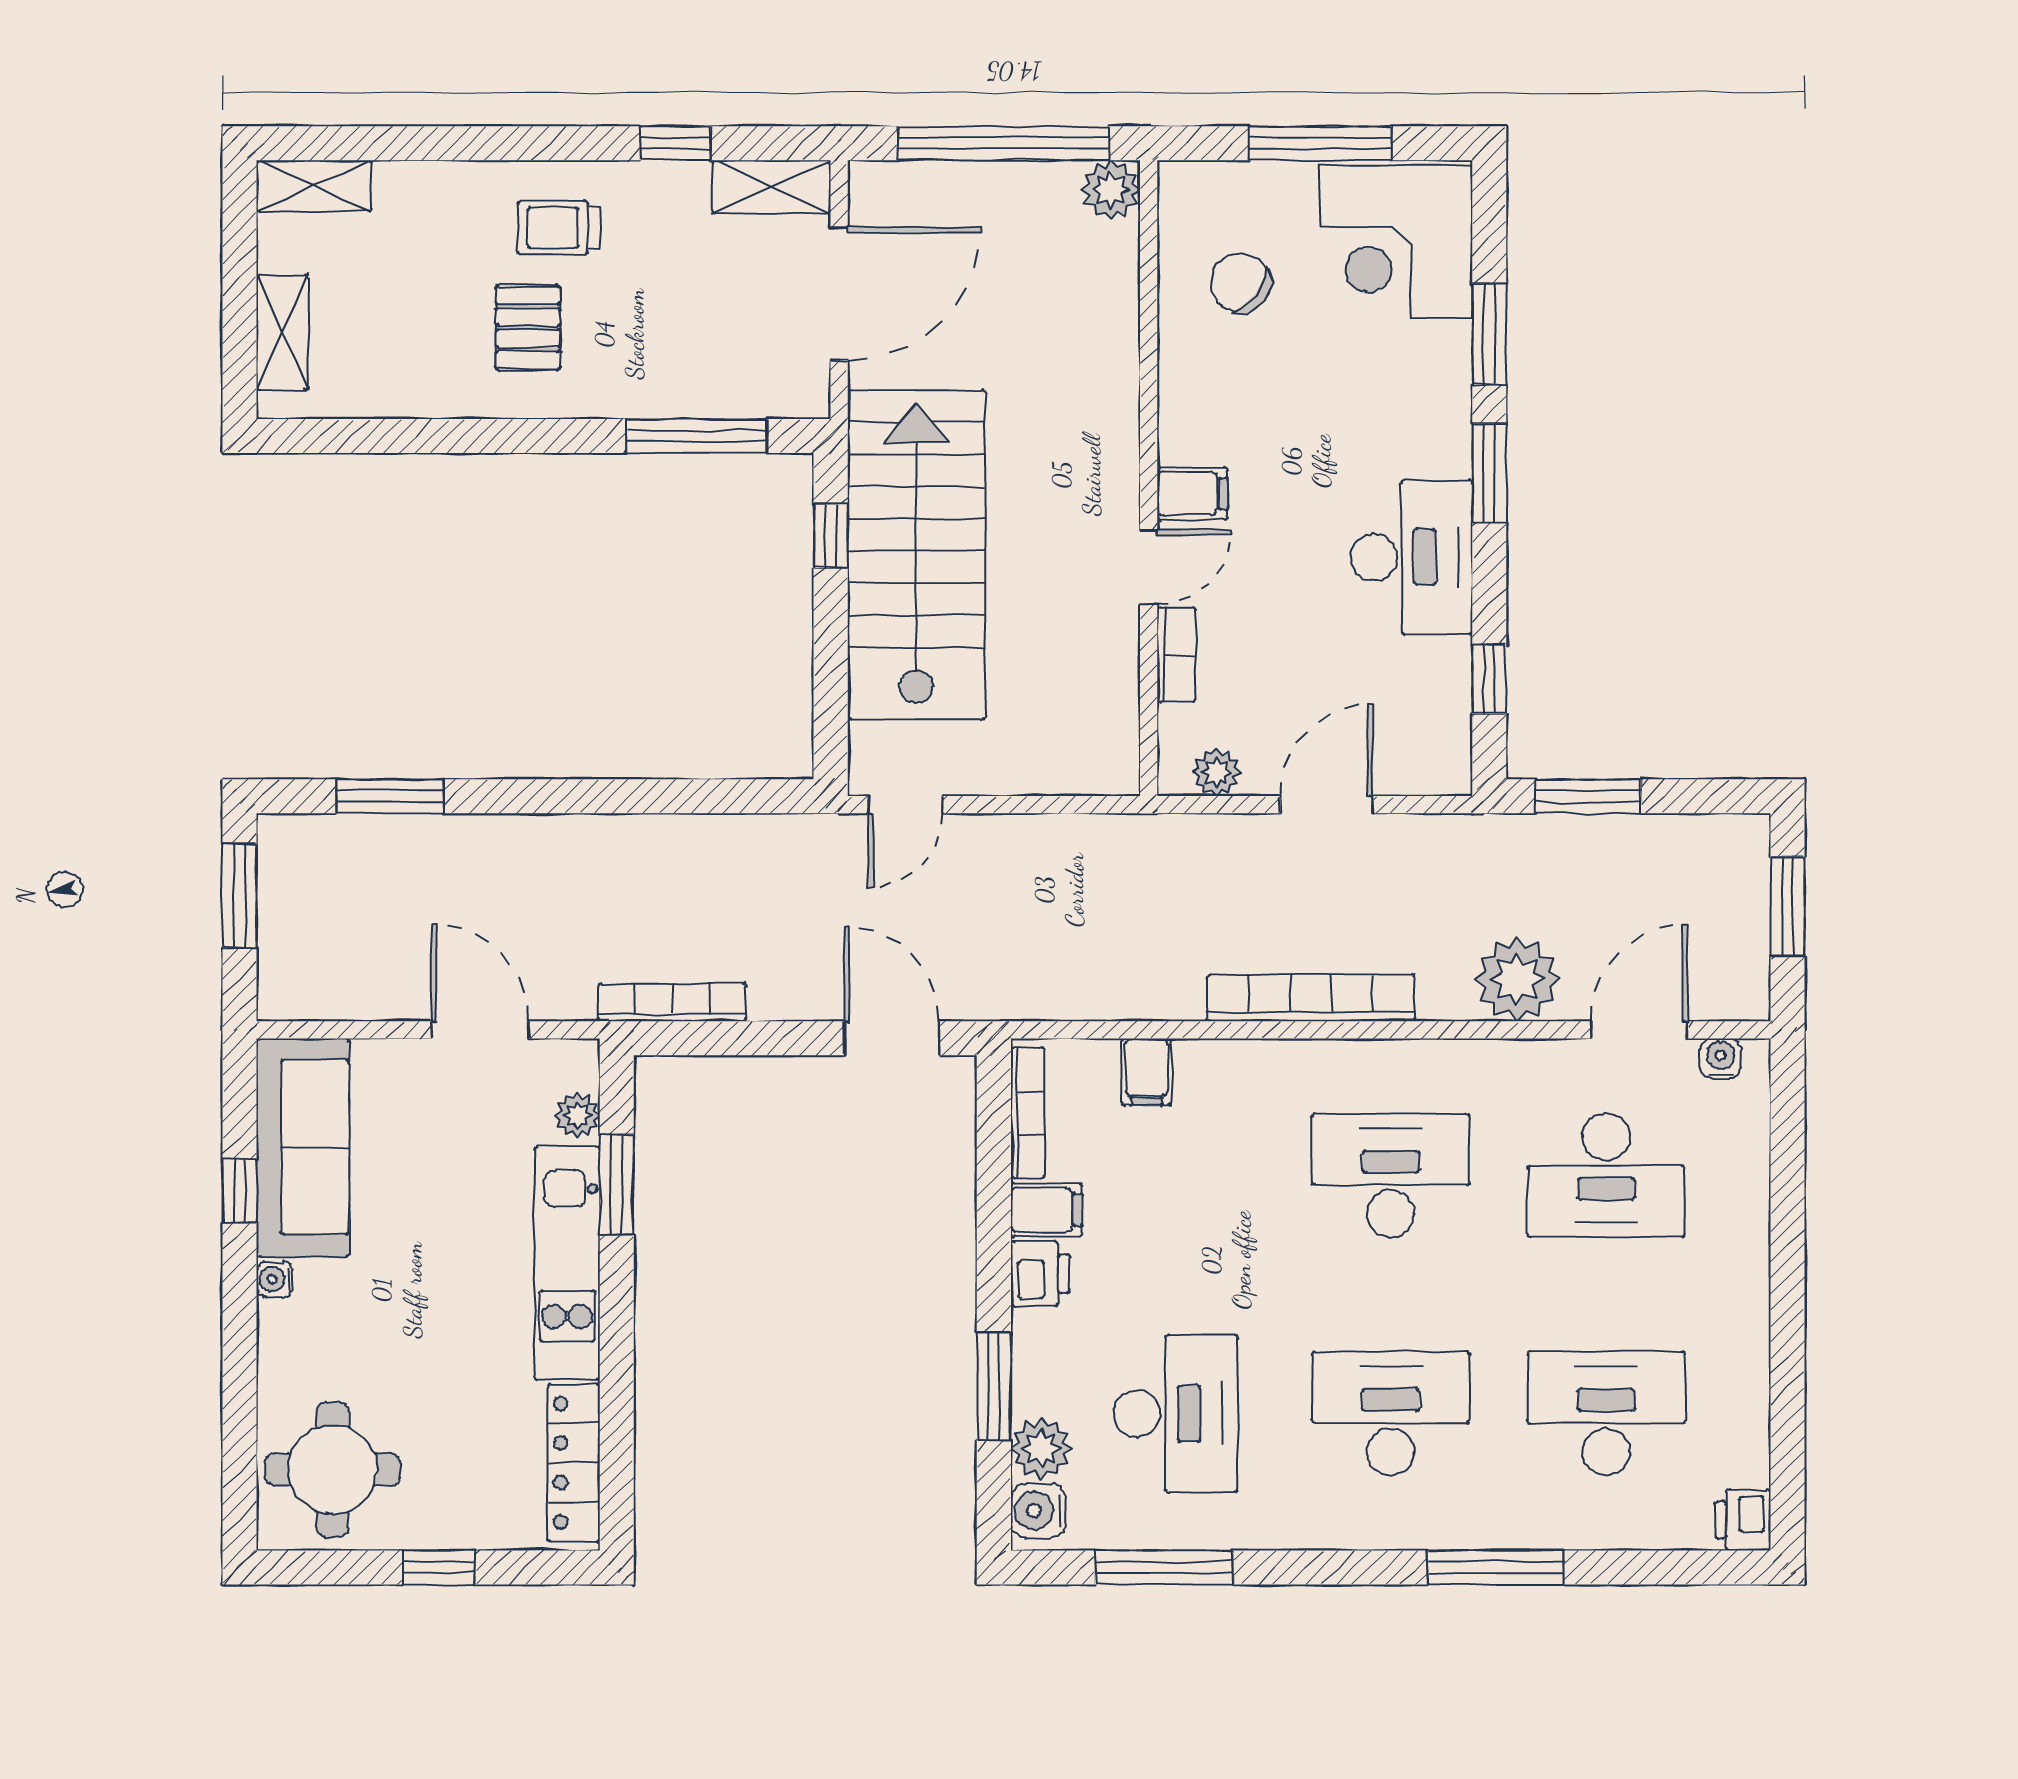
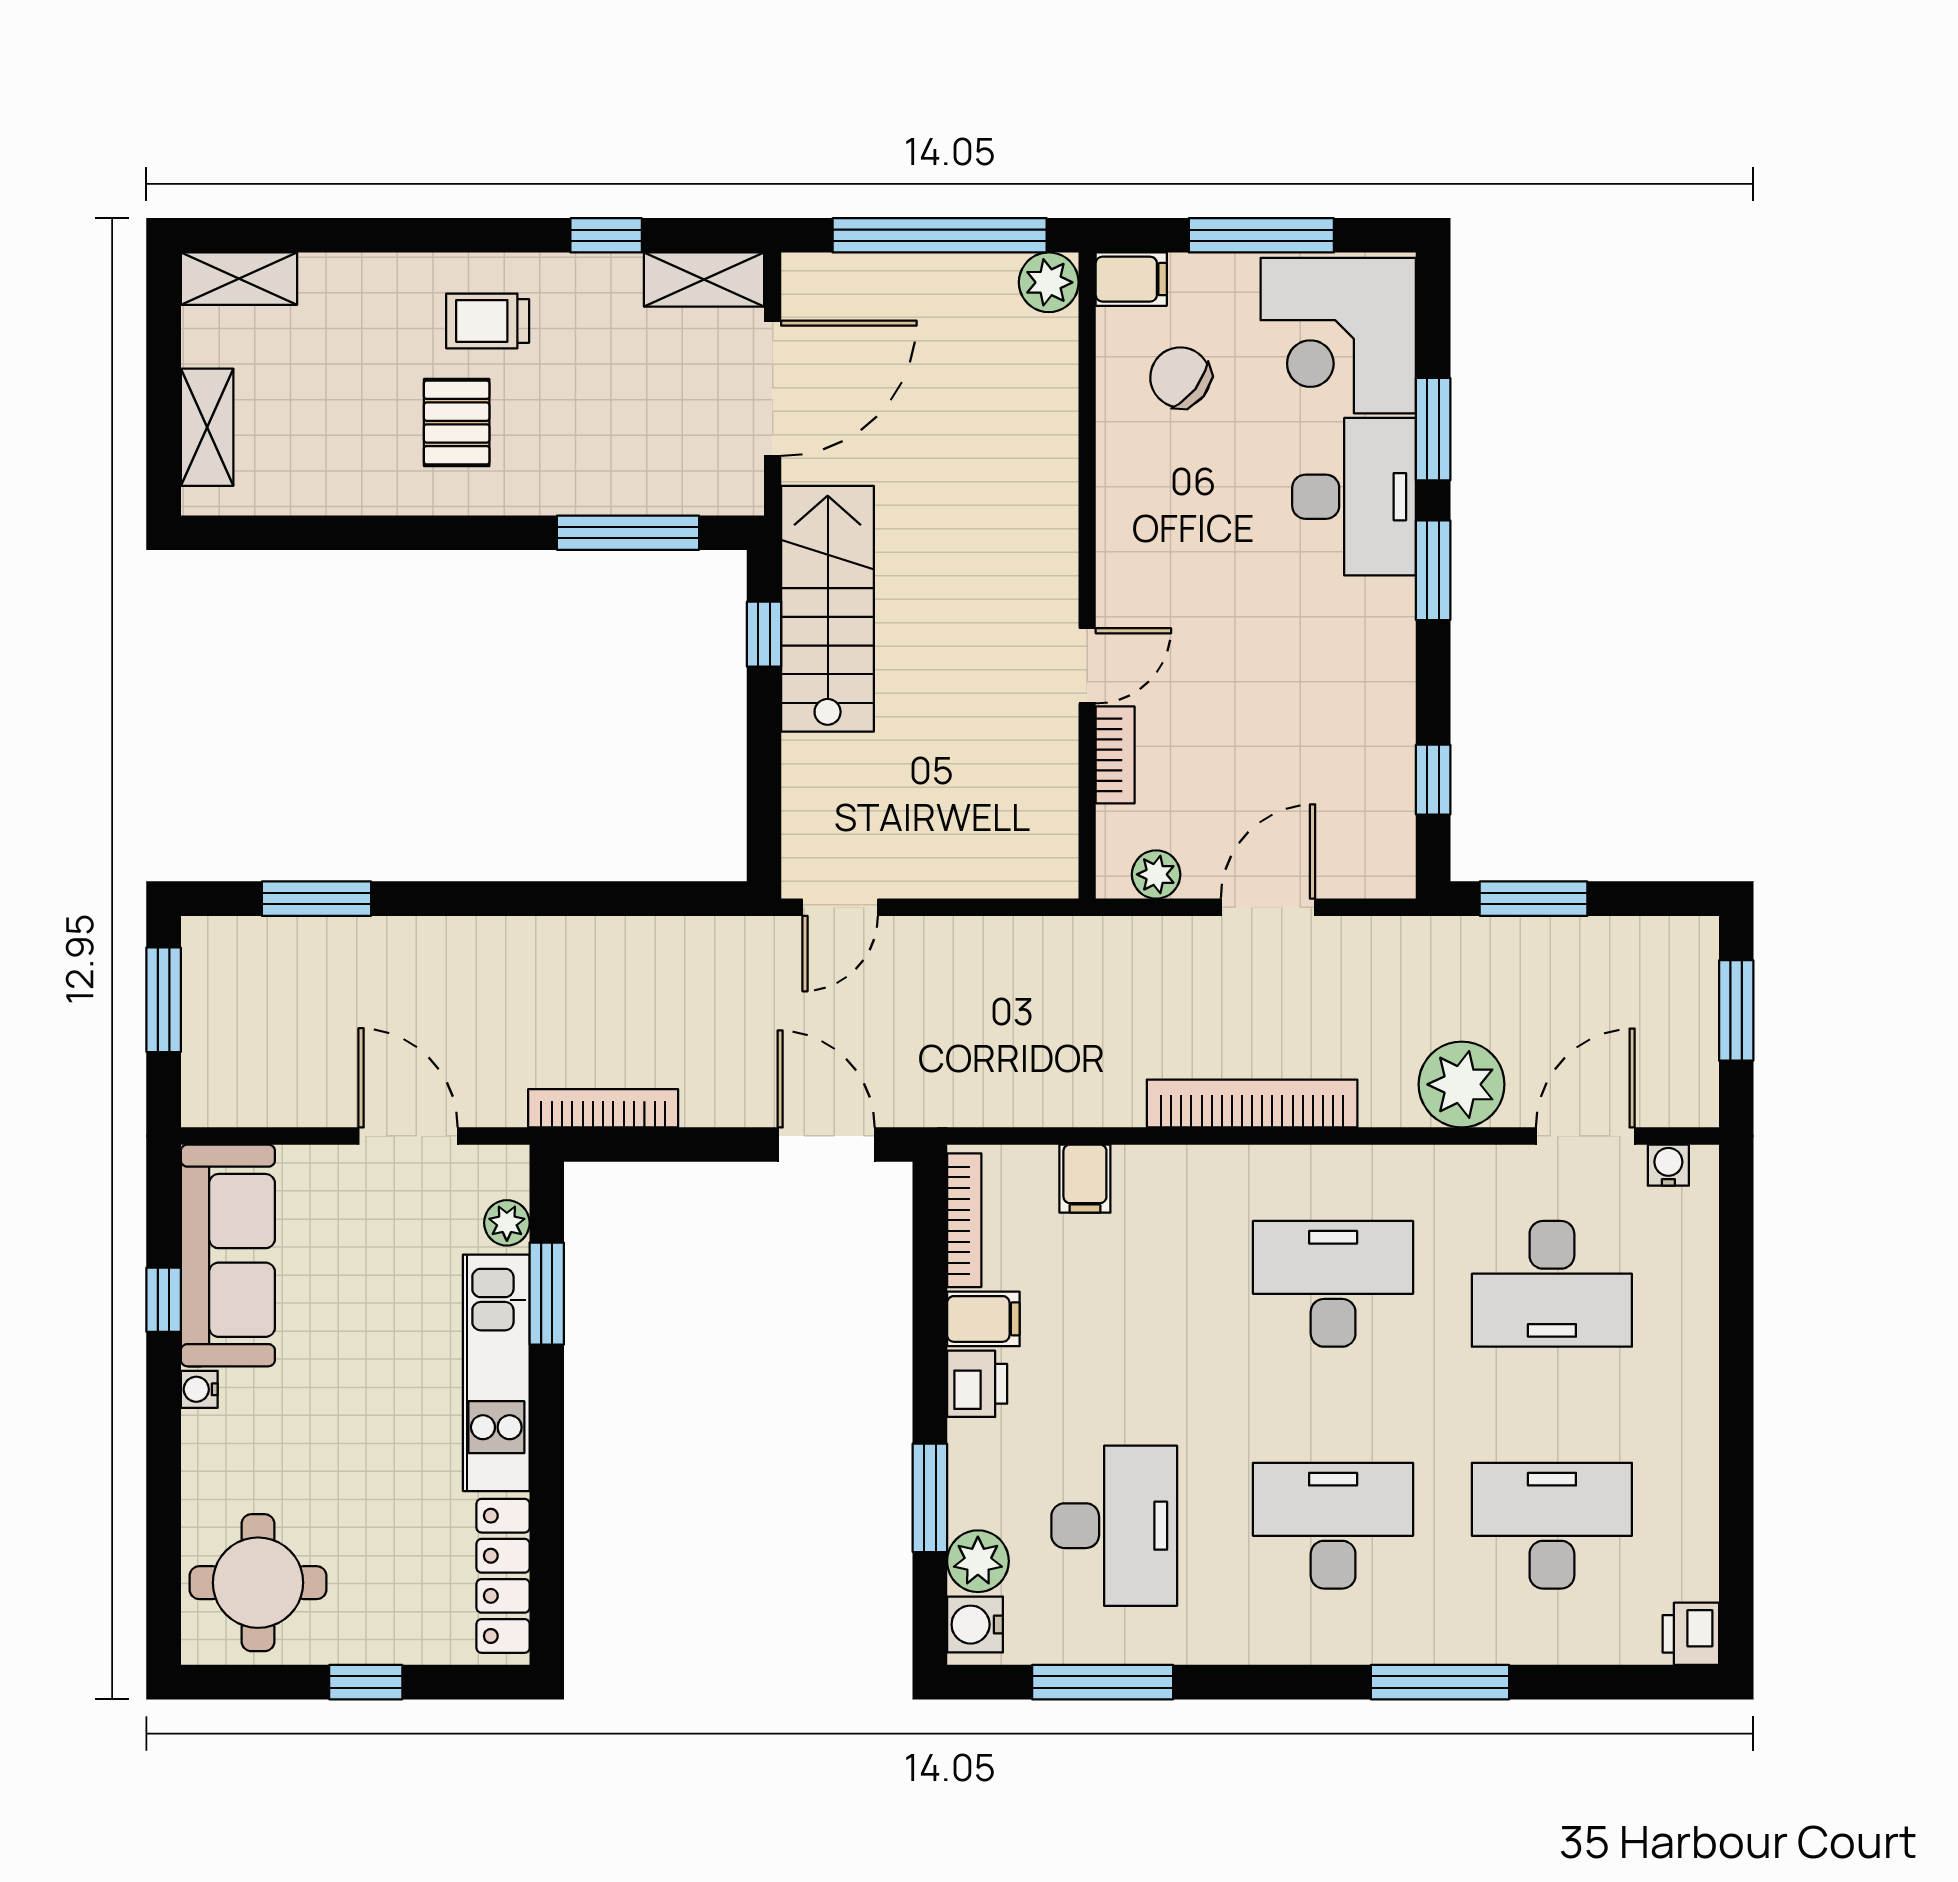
filing cabinet: (1192, 494) -> (1131, 279), moved
stairs: (916, 555) -> (828, 609), width x0.73, depth x0.66
desk: (1411, 557) -> (1354, 497), moved

